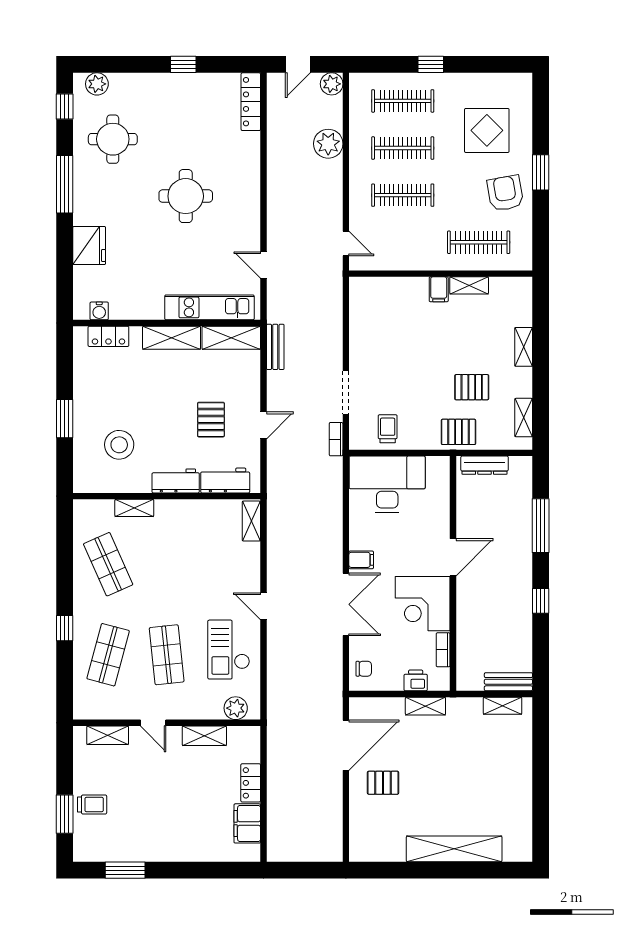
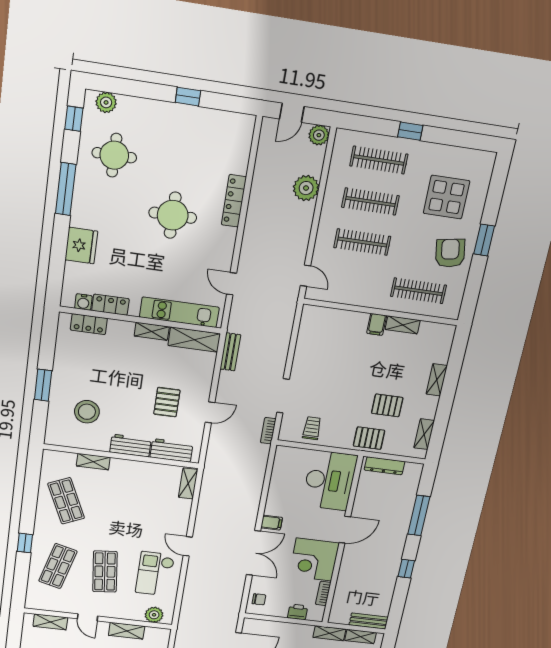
locker: (251, 102) -> (234, 201), moved
locker: (130, 310) -> (110, 305), added
shelving: (172, 338) -> (152, 331), width x0.67, depth x0.75
desk: (387, 484) -> (330, 481), moved, turned 90
shelving: (425, 706) -> (329, 633), moved

